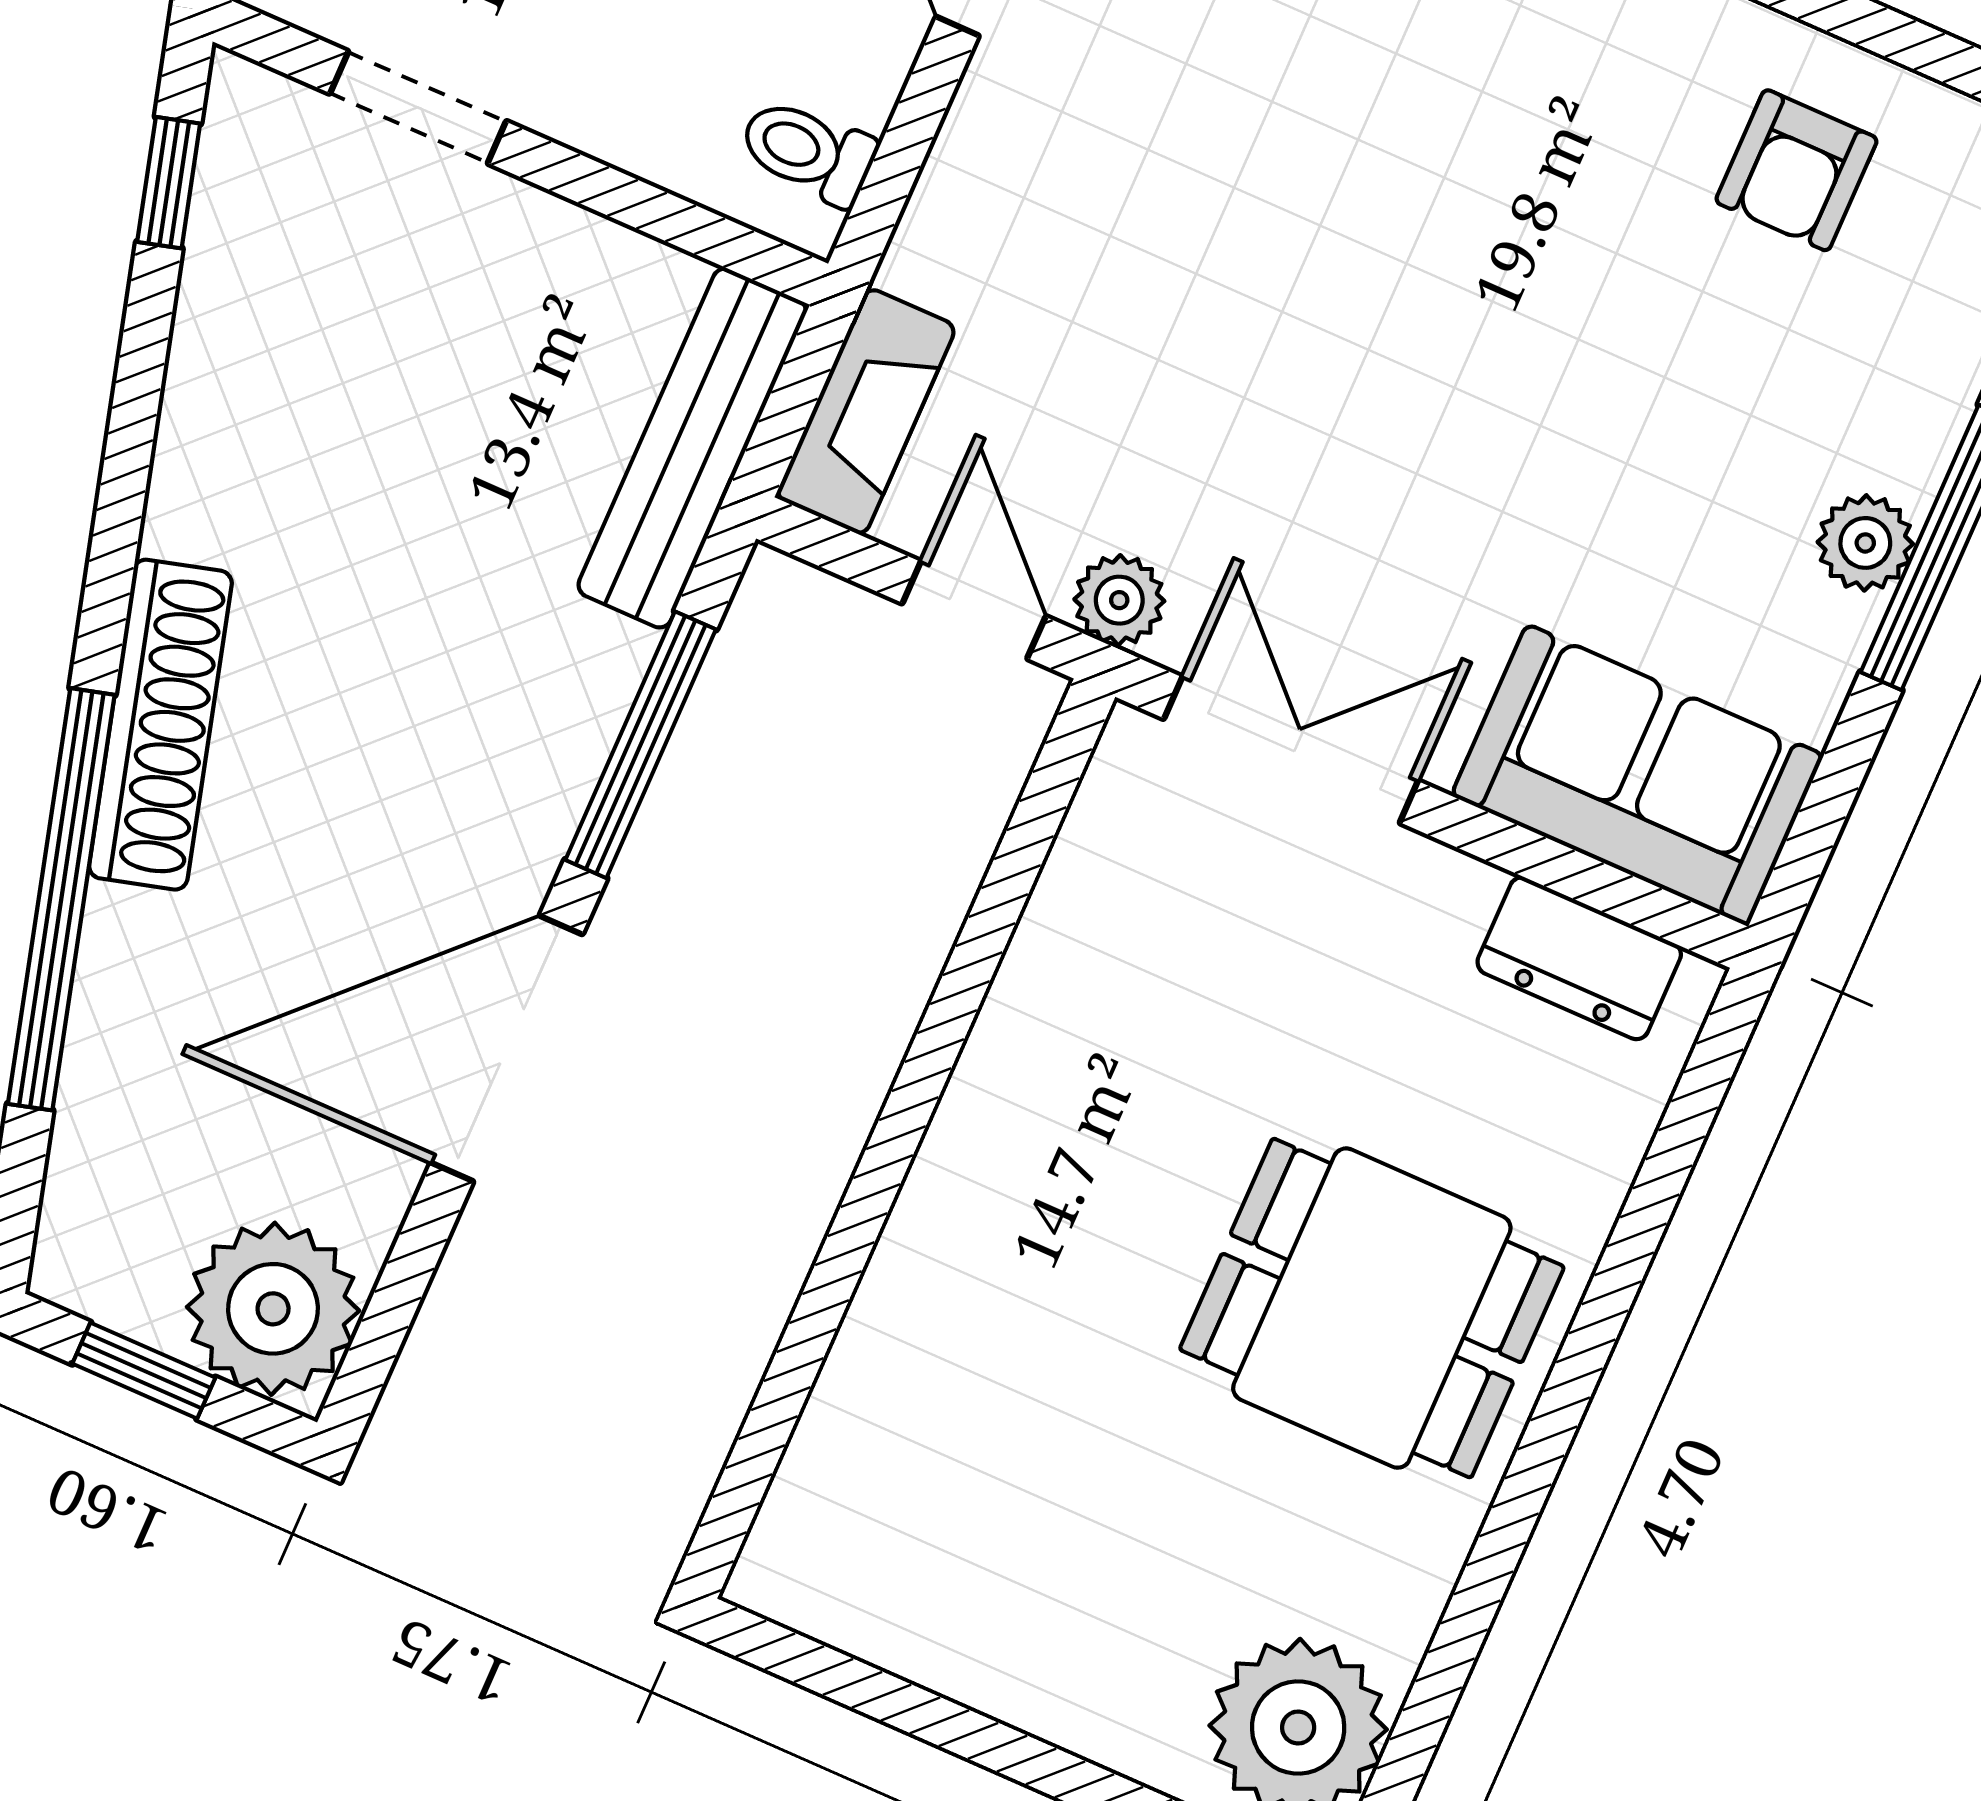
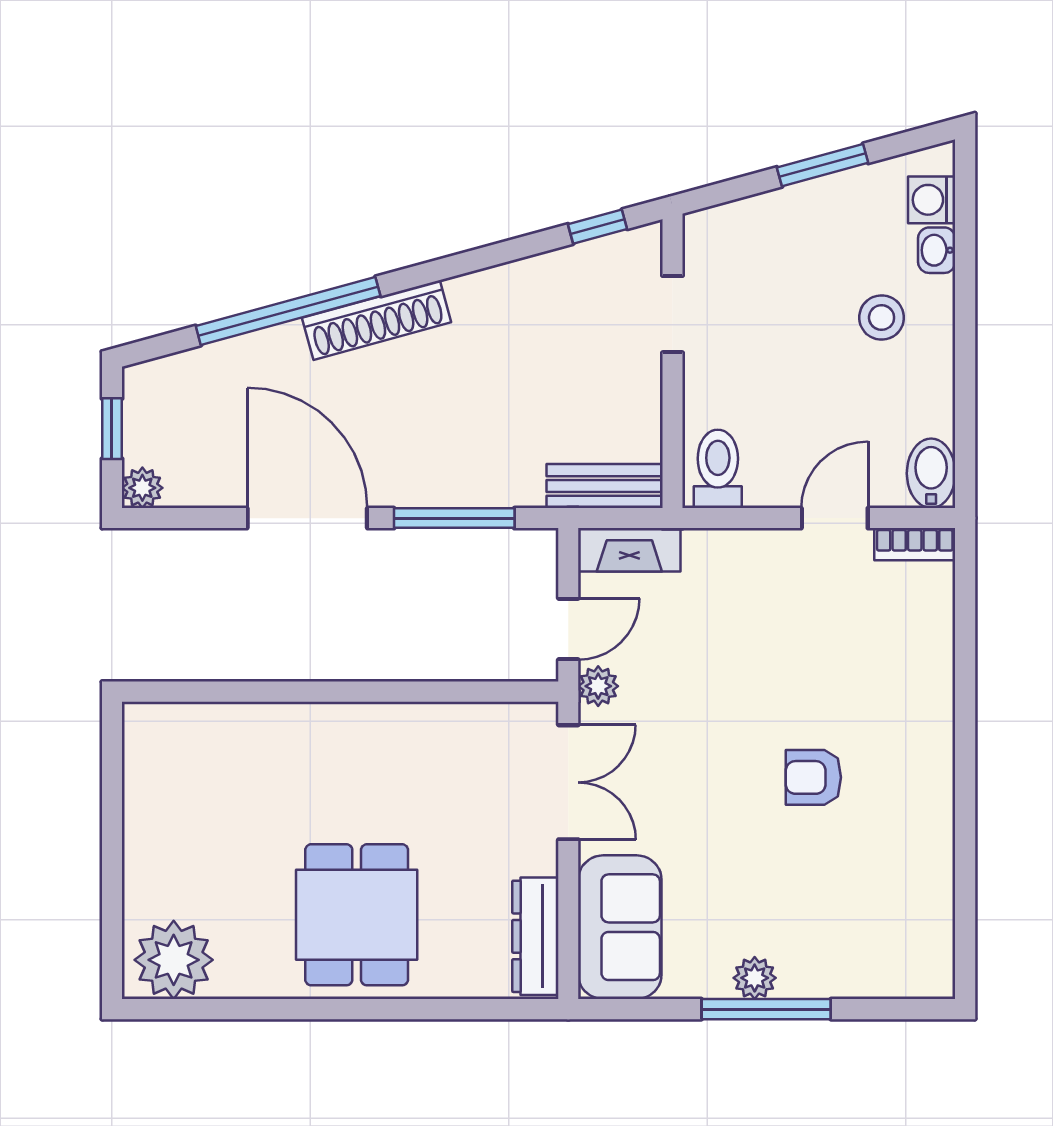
toilet: (808, 151) -> (718, 469), width x1.37, depth x1.39
armchair: (1796, 170) -> (813, 777), moved
bench: (692, 448) -> (605, 486), width x0.73
dresser: (1579, 958) -> (535, 936), width x1.44
plant: (273, 1309) -> (142, 488), width x0.53, depth x0.53

